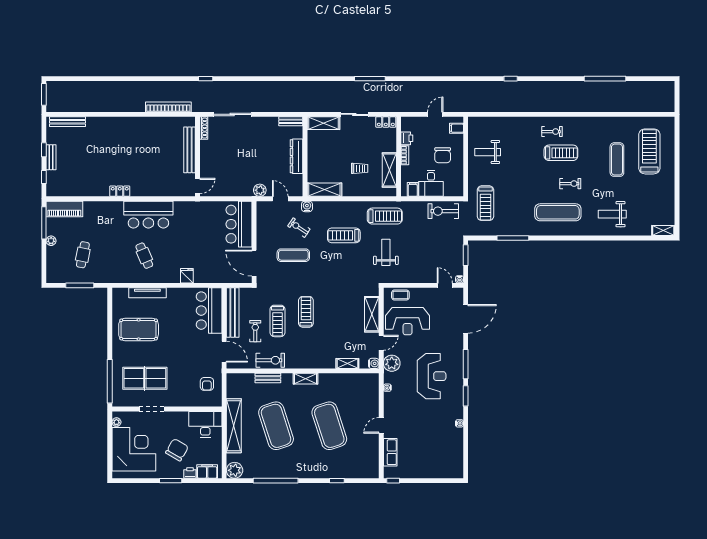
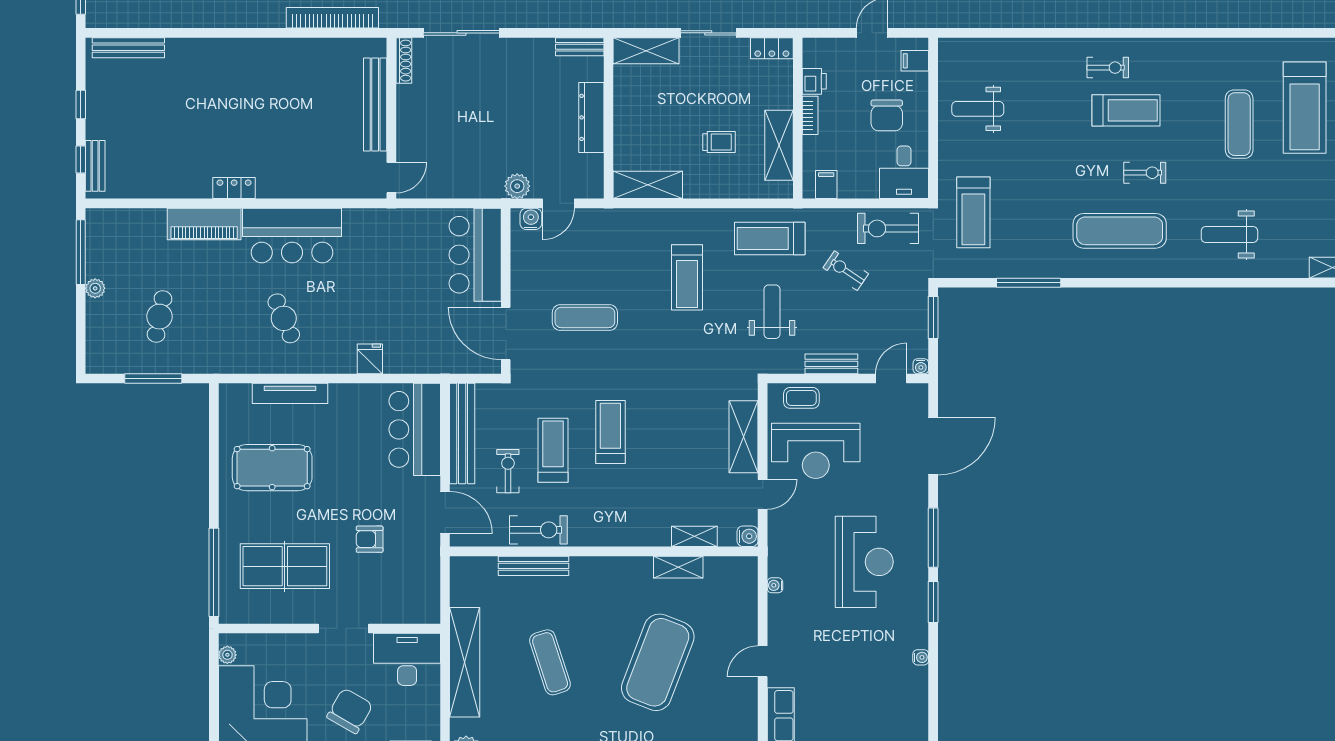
treadmill: (649, 151) -> (1305, 108), turned 180
bench: (51, 157) -> (95, 166), moved
desk: (431, 183) -> (904, 172), moved
door: (280, 199) -> (558, 203), swing flipped
water cooler: (307, 206) -> (531, 219), moved
piano: (64, 209) -> (204, 224), moved
treadmill: (385, 216) -> (770, 238), turned 180
exercise bike: (299, 228) -> (846, 271), moved
treadmill: (344, 235) -> (687, 277), turned -90
bench: (415, 278) -> (831, 364), added
door: (445, 285) -> (891, 379), hinge flipped
treadmill: (278, 321) -> (553, 450), turned 180
plant: (392, 363) -> (784, 536), removed
bench: (268, 378) -> (534, 566), width x1.36
shelving: (306, 379) -> (678, 567), moved
armchair: (207, 384) -> (370, 539), moved, turned 90
doorway: (152, 409) -> (343, 628), moved
exercise mat: (276, 426) -> (550, 662), width x0.50, depth x0.69
exercise mat: (329, 426) -> (658, 662), turned 39

